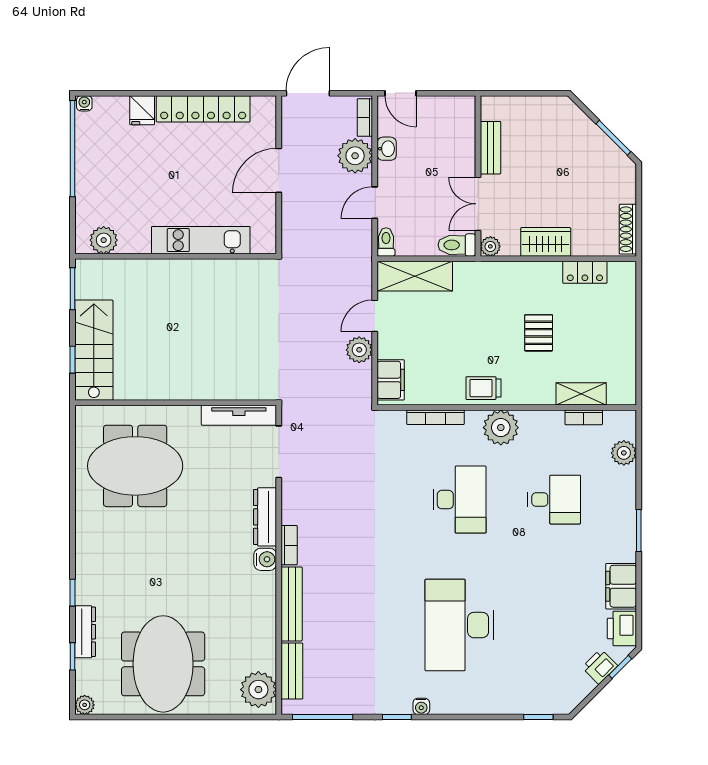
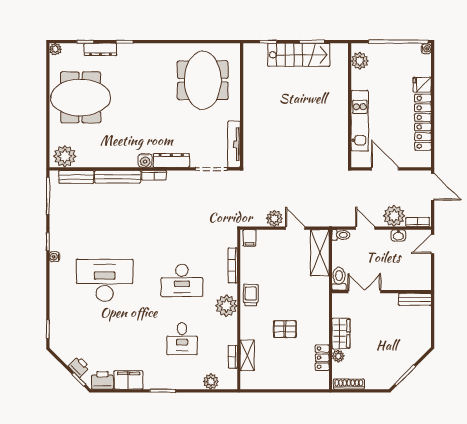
bench: (490, 148) -> (415, 299), moved
plant: (104, 240) -> (360, 61), moved
kitchen unit: (201, 240) -> (360, 121), moved
plant: (490, 246) -> (338, 356), moved
wall: (176, 256) -> (350, 105), moved
stairs: (94, 350) -> (299, 55), moved
filing cabinet: (391, 380) -> (250, 238), width x0.50

